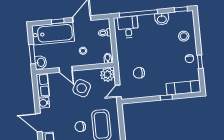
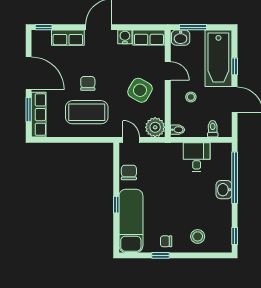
washbasin: (162, 19) -> (224, 190), moved
desk: (128, 27) -> (197, 157), moved, turned -90
door: (66, 69) -> (168, 71), swing flipped
chair: (139, 73) -> (129, 172), moved
exam couch: (183, 88) -> (131, 221), width x1.36, depth x1.45

